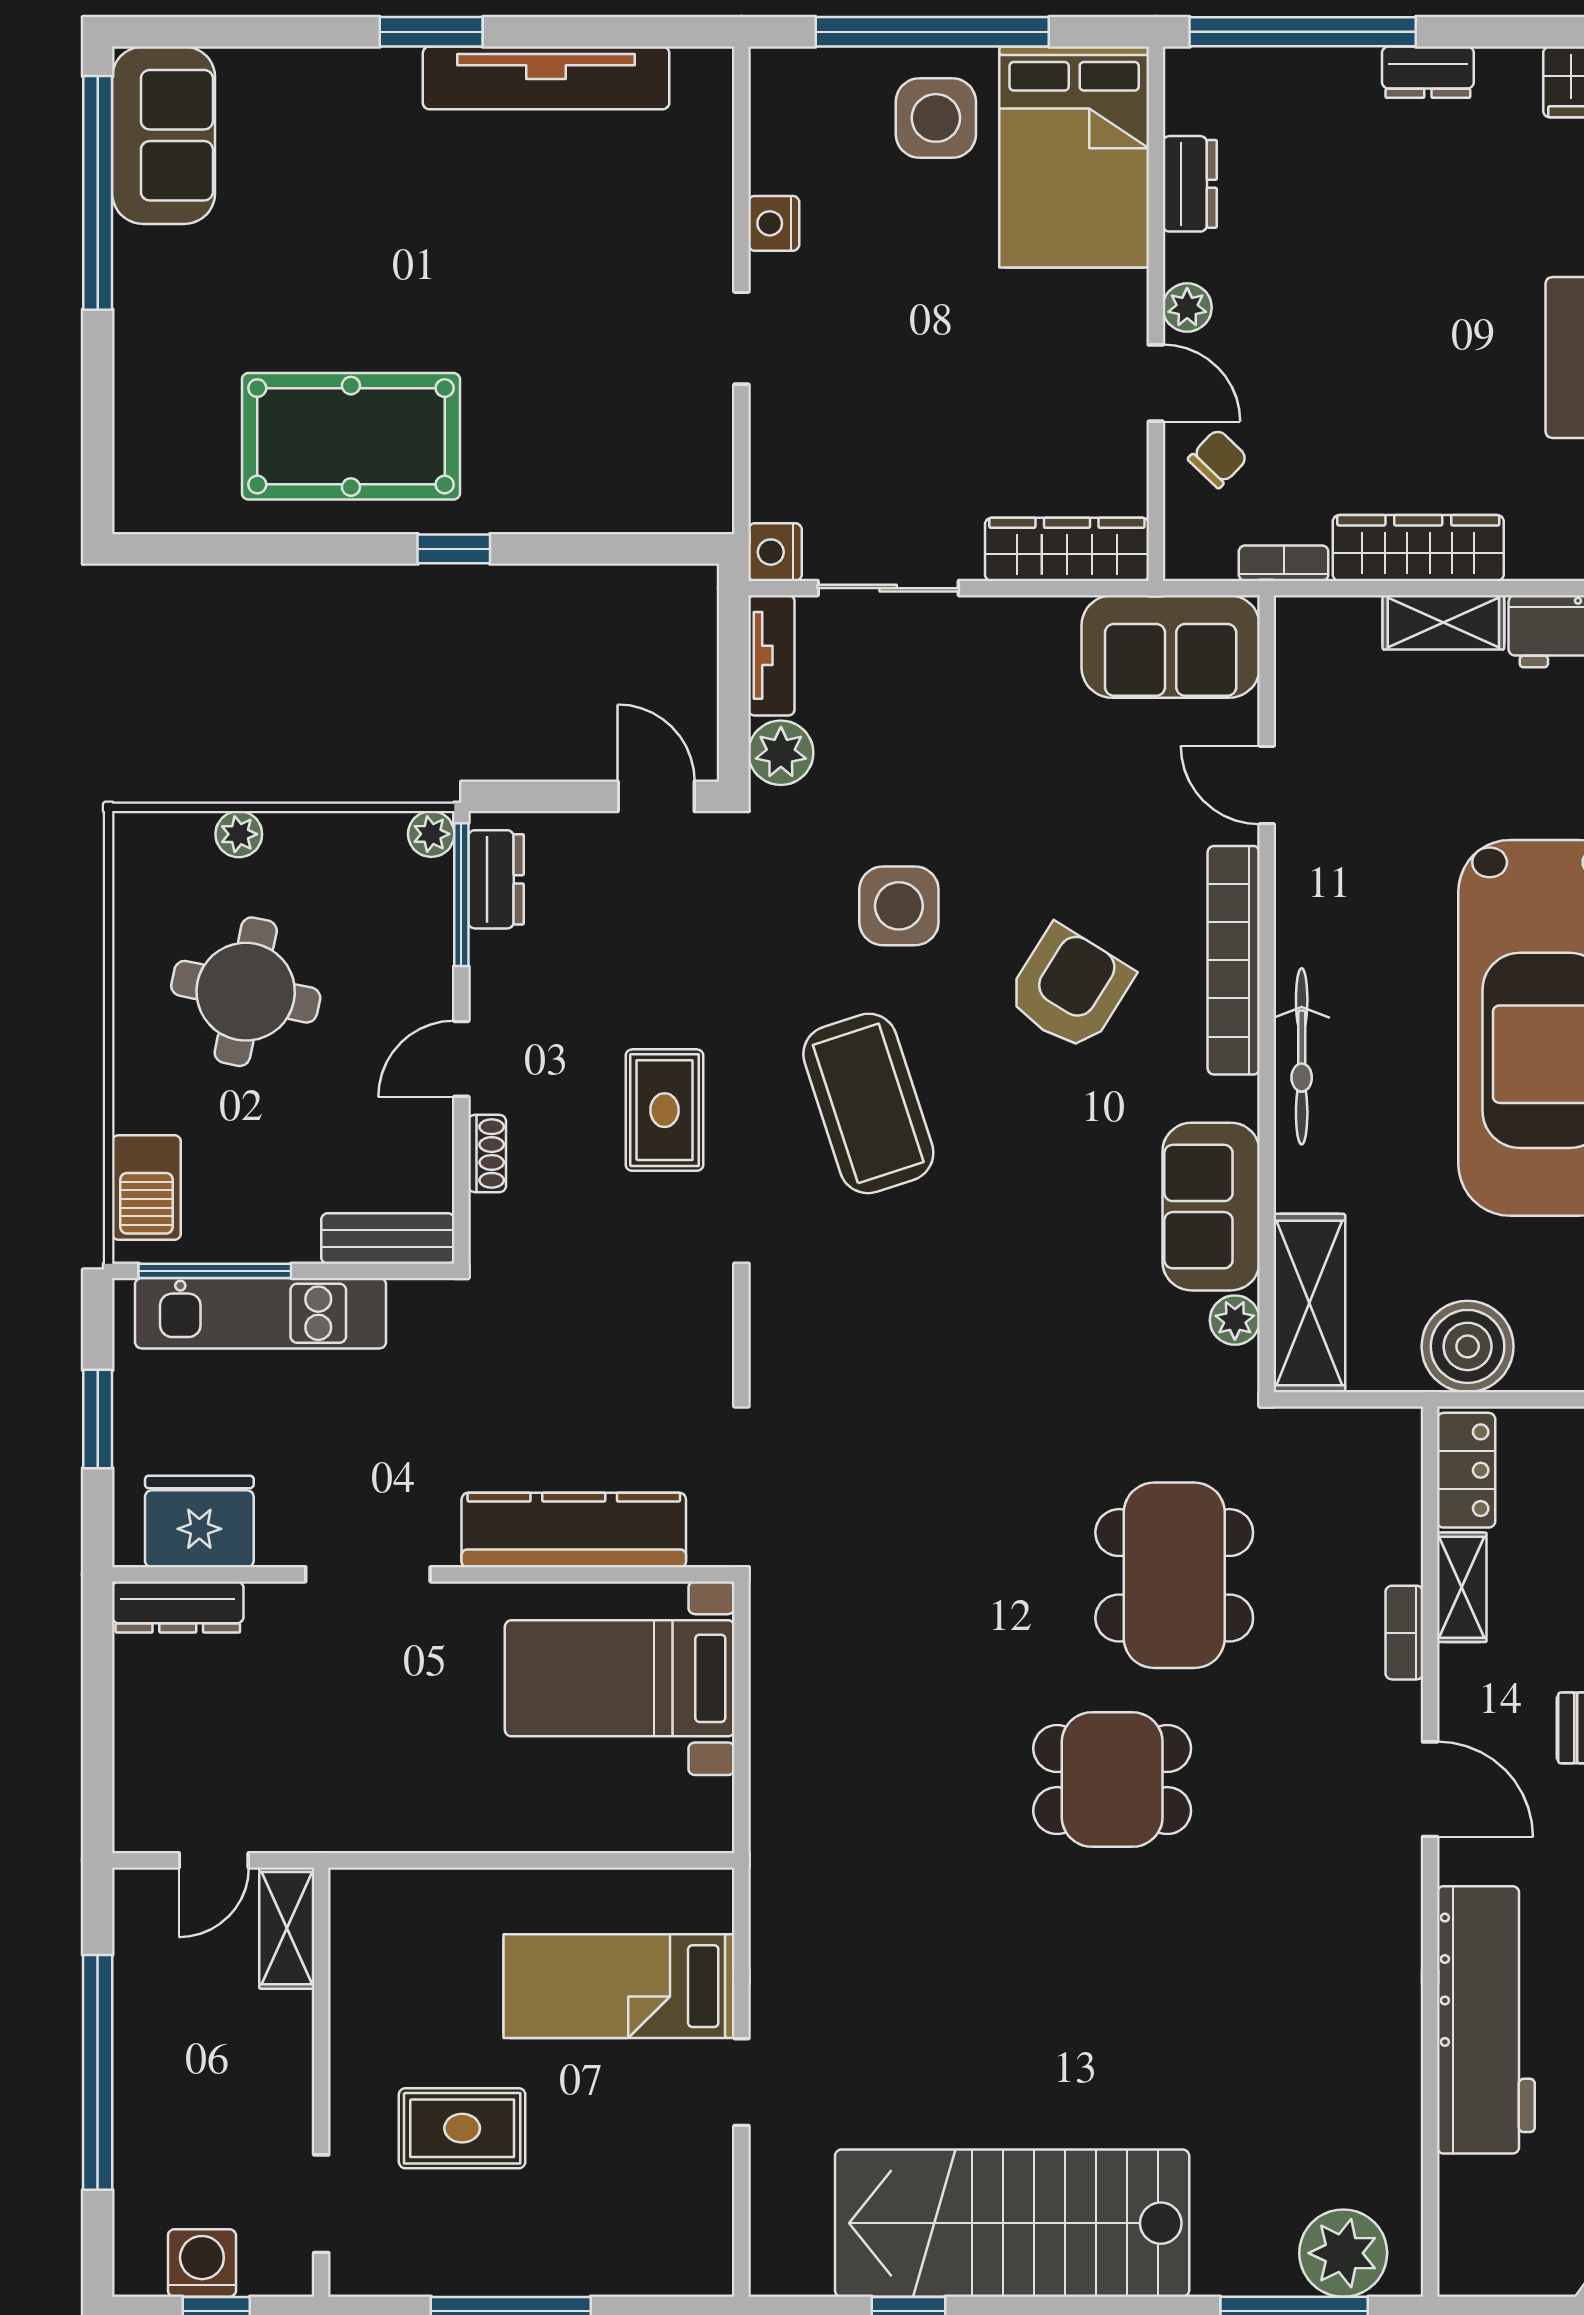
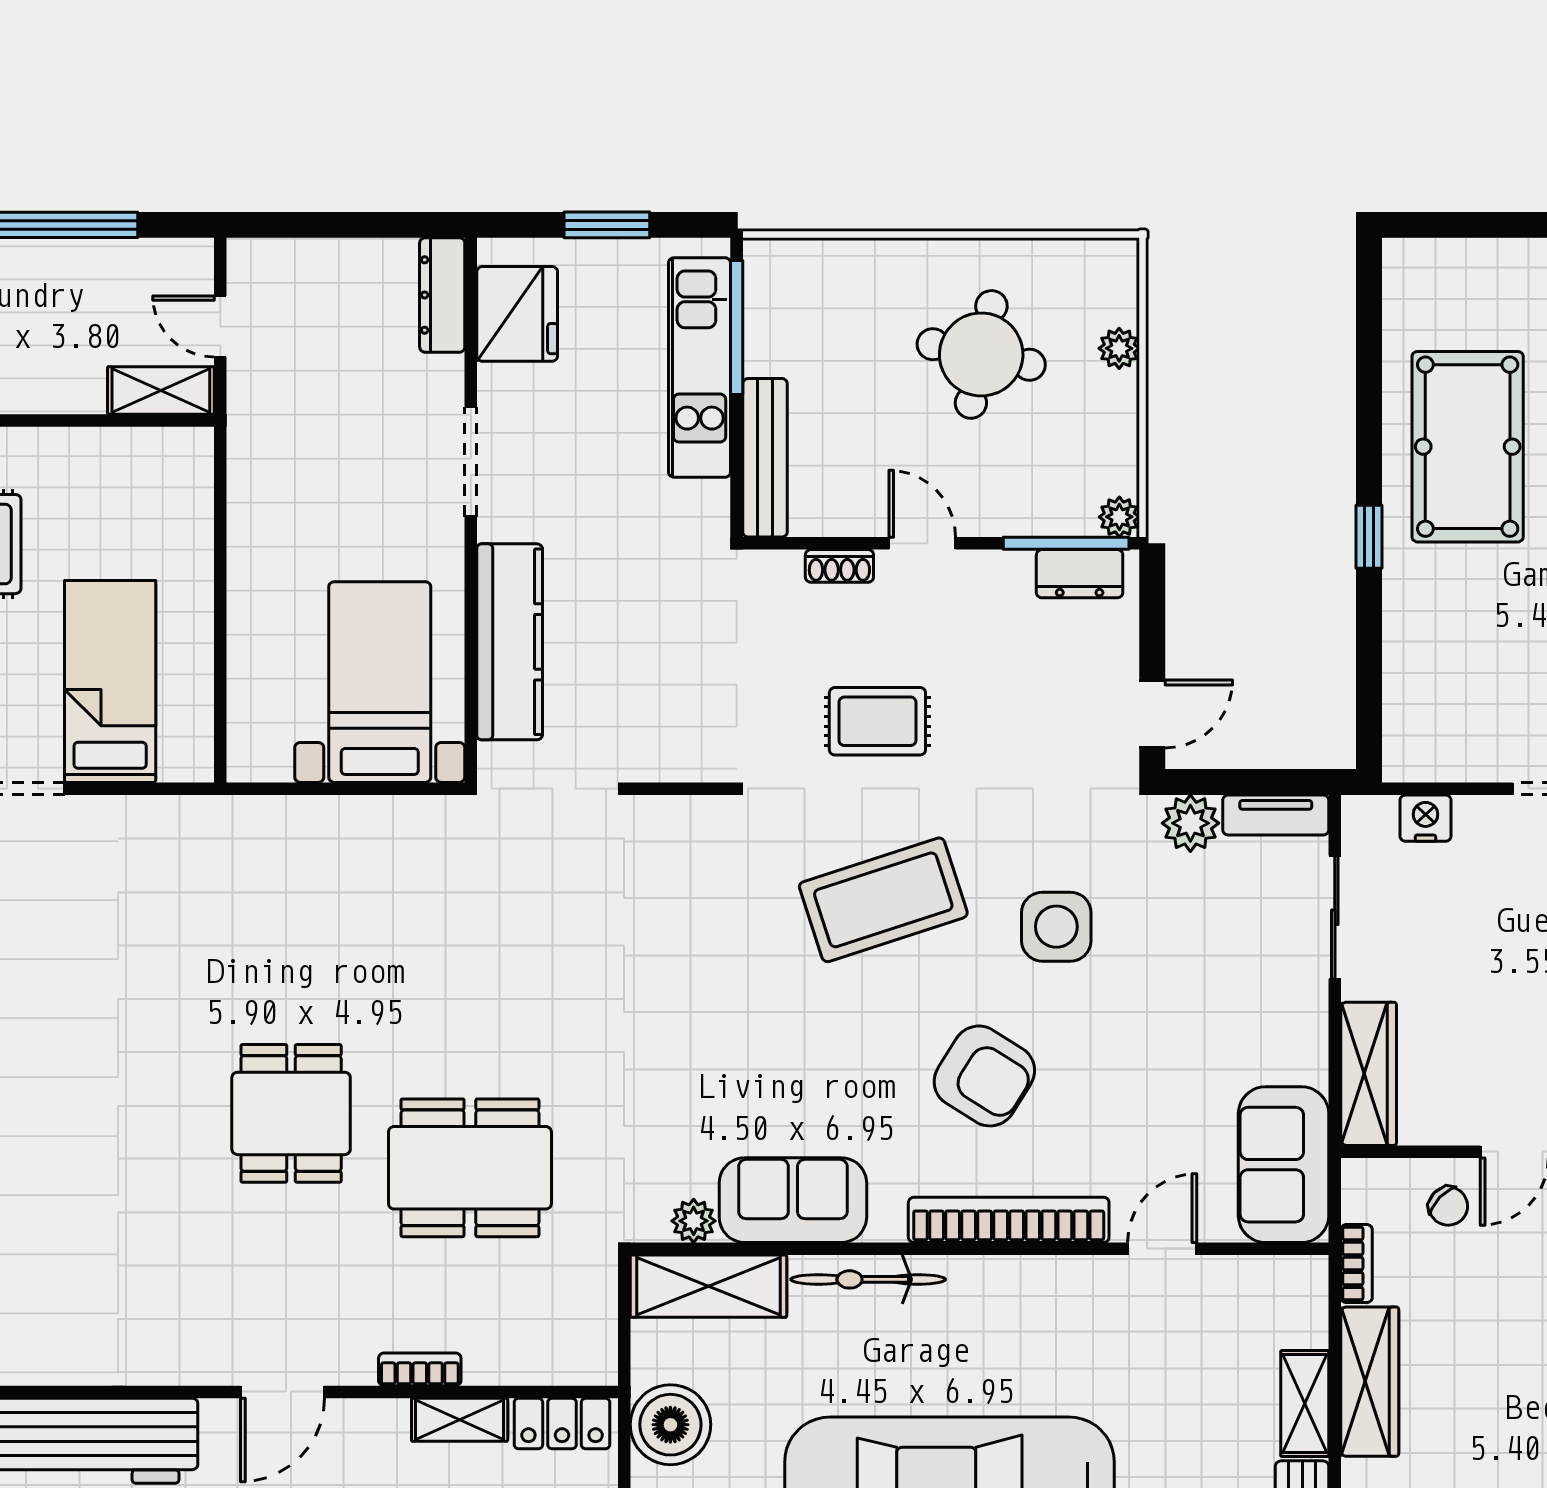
nightstand: (775, 552) -> (1425, 818), moved
bicycle: (1302, 1056) -> (868, 1279), moved
barbecue: (146, 1188) -> (810, 268), removed
bench: (388, 1238) -> (765, 458), width x1.36

